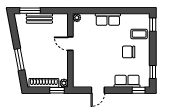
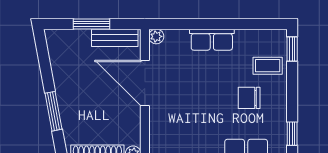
window: (30, 11) -> (92, 24), moved
bench: (39, 18) -> (115, 38), moved
door: (70, 44) -> (145, 83), width x1.88

